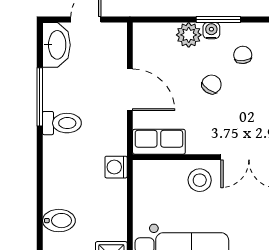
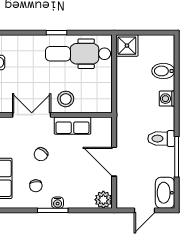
plant: (189, 35) -> (103, 200), moved
chair: (211, 84) -> (41, 154), moved
row of seats: (159, 142) -> (72, 126), moved
washing machine: (116, 167) -> (167, 99), moved, turned 180

